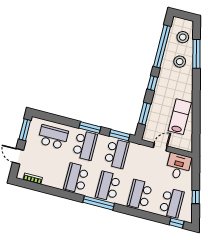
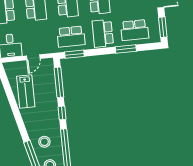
window: (145, 114) -> (59, 82), width x1.44
window: (90, 128) -> (126, 49), moved
school desk: (117, 153) -> (71, 37), turned -90

